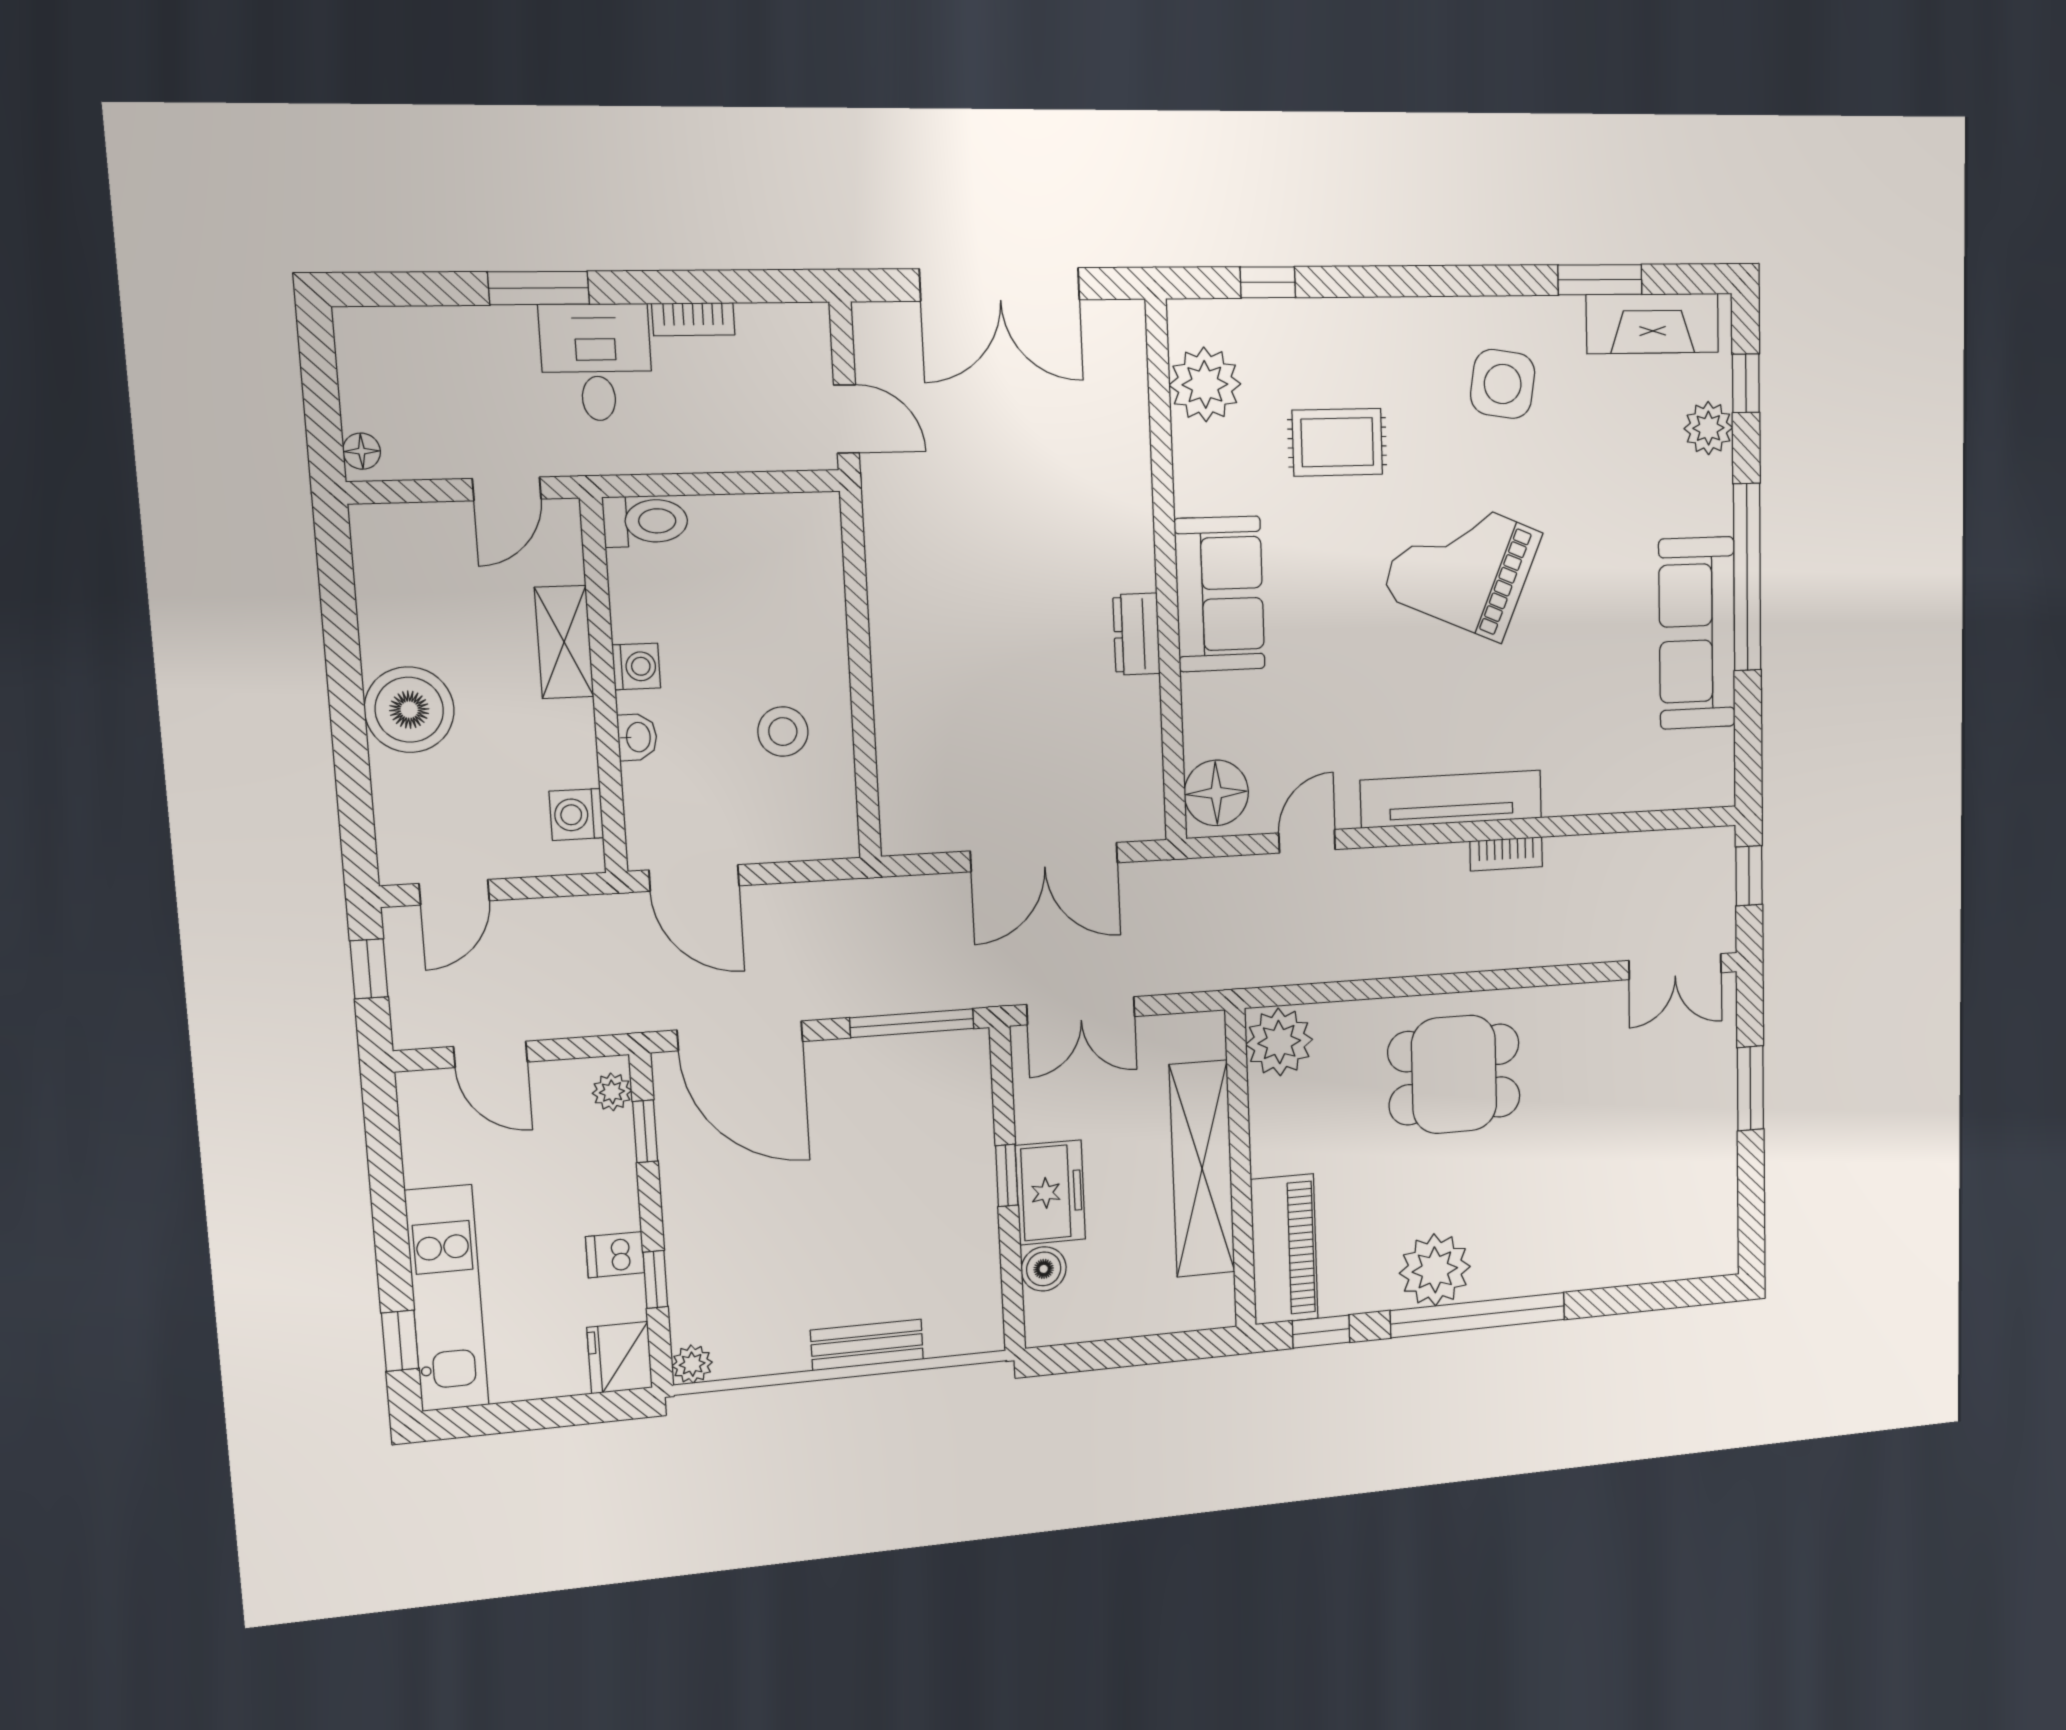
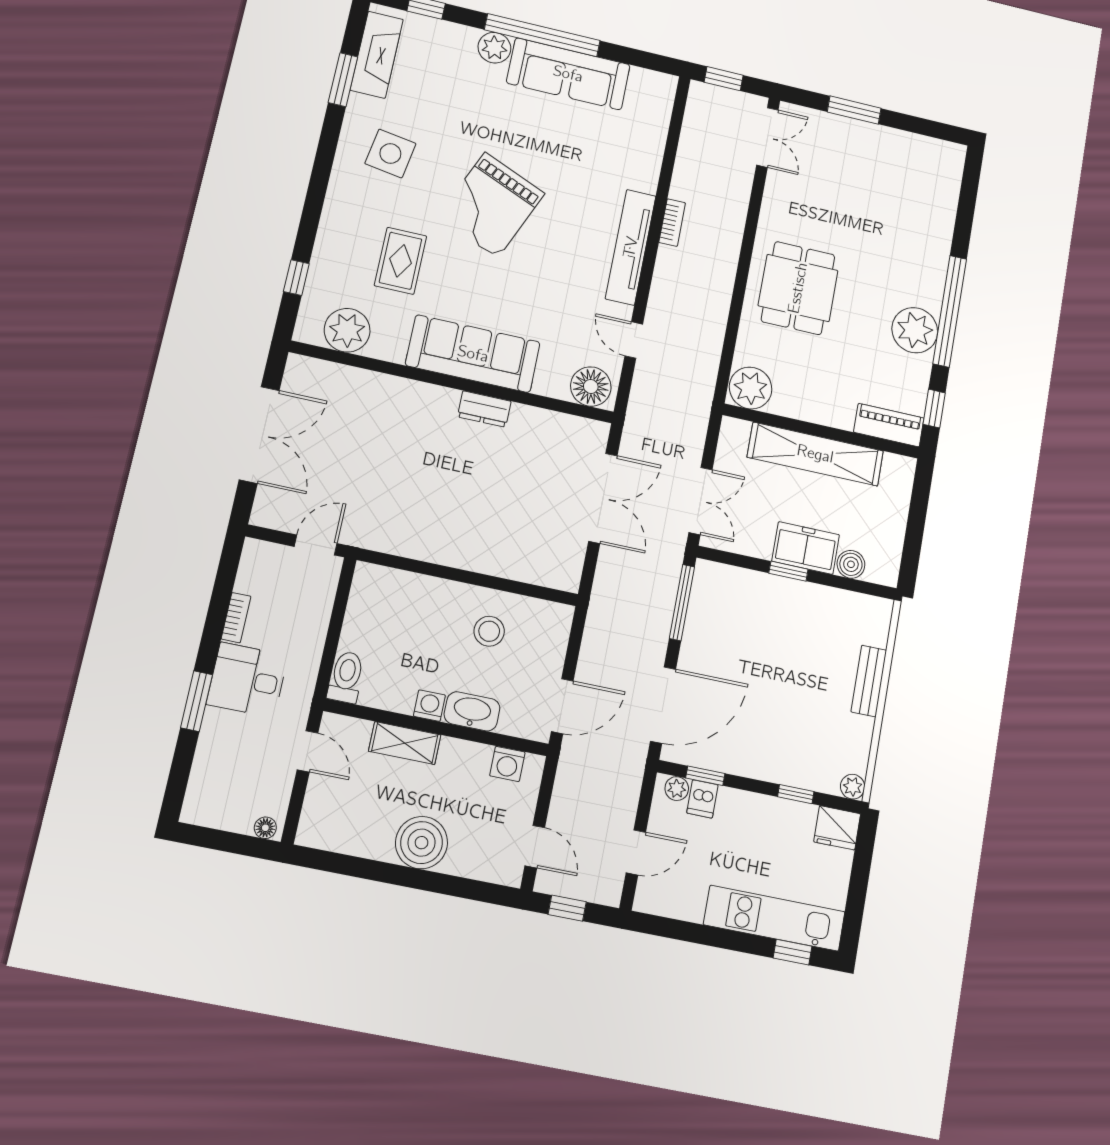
plant: (1708, 428) -> (494, 48), moved
sofa: (1220, 594) -> (473, 354), width x1.36
washbasin: (637, 737) -> (472, 711), width x1.91, depth x1.45
piano: (1284, 1249) -> (889, 425), width x0.73, depth x0.75
dishwasher: (615, 1255) -> (702, 799), moved

